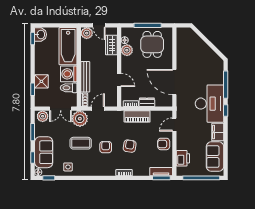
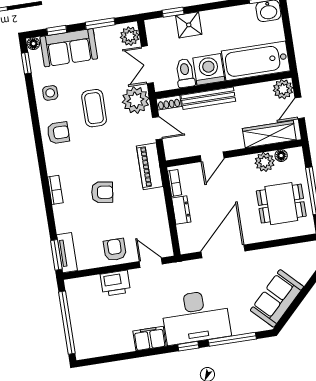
wardrobe: (111, 45) -> (269, 134), width x1.50
piano: (137, 116) -> (150, 166), moved
armchair: (106, 147) -> (58, 133), moved
sofa: (215, 157) -> (277, 298), moved, turned -45
printer: (183, 158) -> (115, 283), moved

